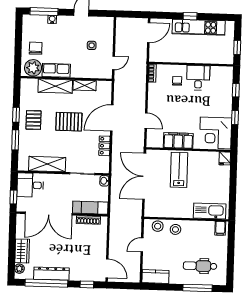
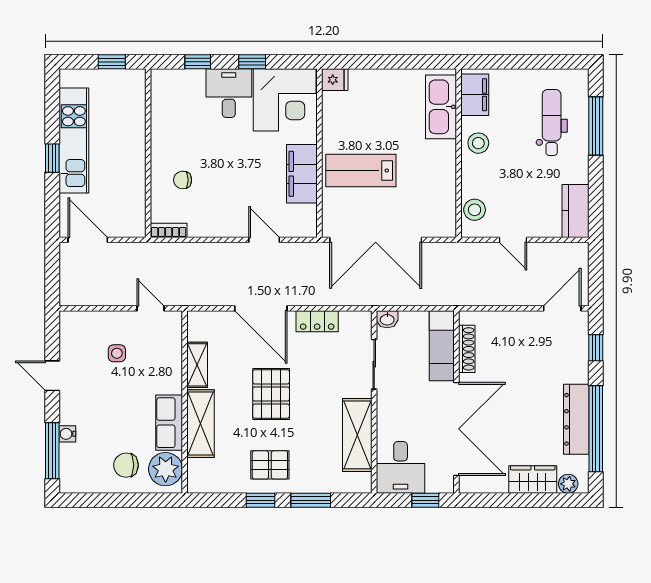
desk: (198, 78) -> (229, 93), moved, turned 90
door: (146, 121) -> (264, 240), hinge flipped
filing cabinet: (220, 228) -> (475, 95), width x2.00
stool: (175, 229) -> (478, 143), moved
dental chair: (200, 266) -> (552, 122), turned 180

